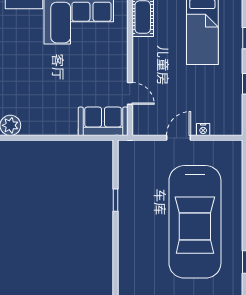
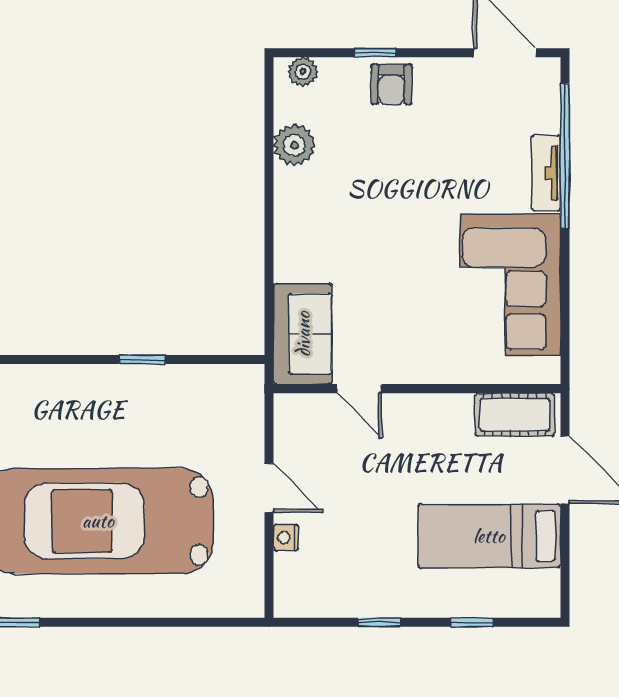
door: (130, 93) -> (359, 389), hinge flipped

